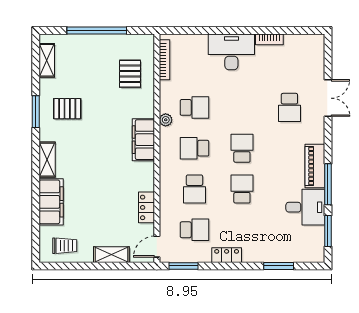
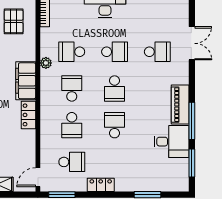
school desk: (194, 107) -> (72, 52), turned 180
school desk: (242, 107) -> (115, 52), added
school desk: (289, 107) -> (157, 52), turned -90
school desk: (194, 148) -> (72, 88), turned 90
school desk: (242, 148) -> (115, 88), turned 180
locker: (146, 207) -> (29, 115), moved

